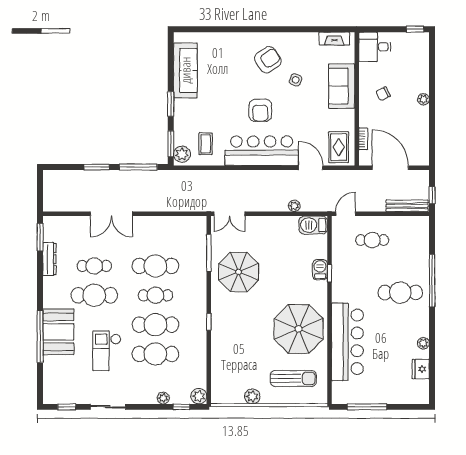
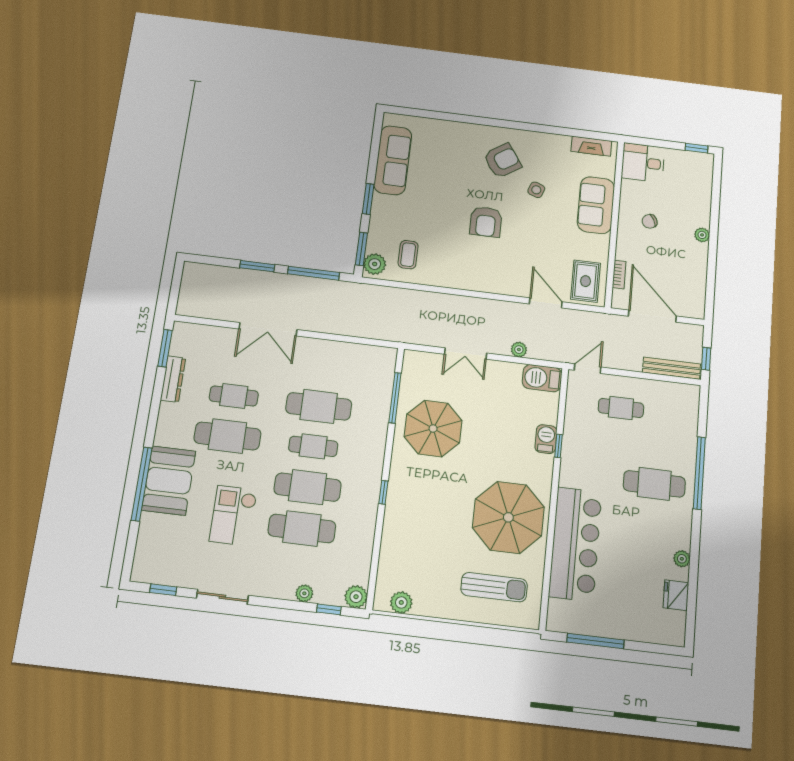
bar counter: (262, 151) -> (482, 273), removed
double door: (229, 214) -> (466, 354), moved
plant: (252, 396) -> (401, 602), moved

